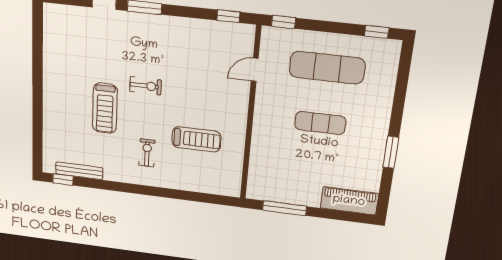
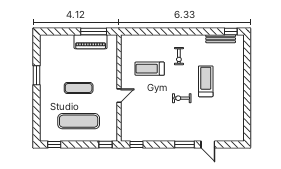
door: (255, 70) -> (119, 96), moved
piano: (349, 201) -> (91, 42), moved

